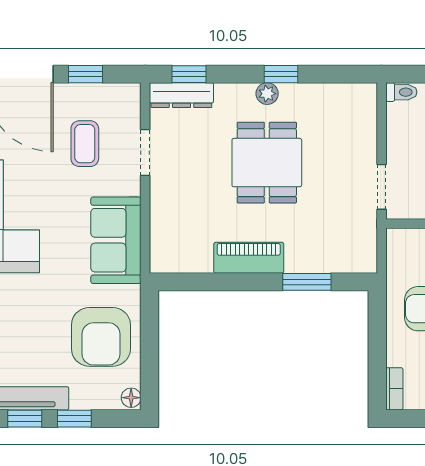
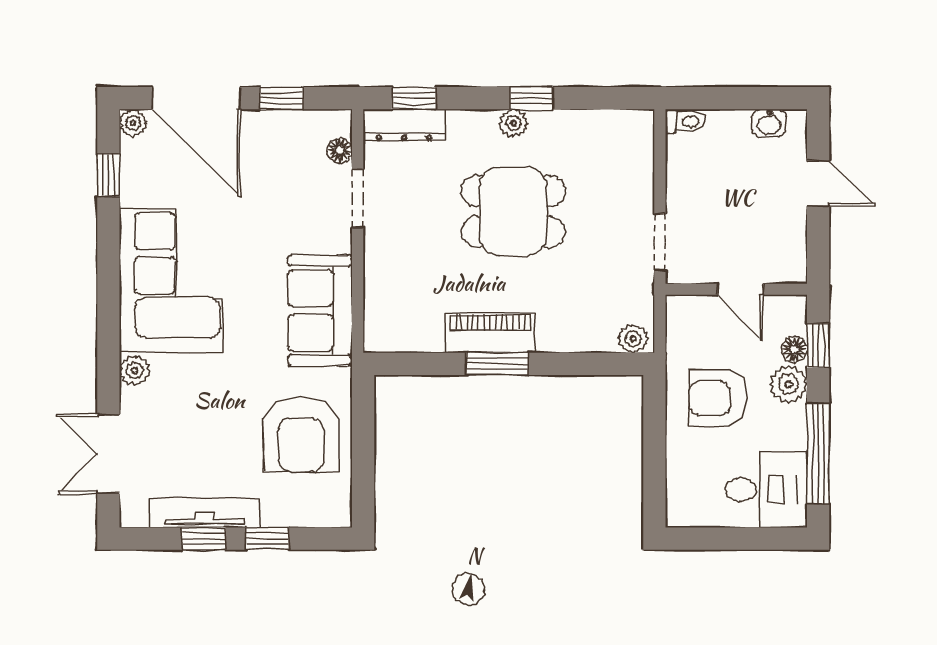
coffee table: (85, 144) -> (280, 187), removed
dining table: (267, 163) -> (513, 211), turned 90
plant: (361, 262) -> (633, 339), added
window: (307, 282) -> (497, 364), moved
bookcase: (394, 389) -> (676, 500), removed
floor lamp: (131, 398) -> (340, 151), moved

